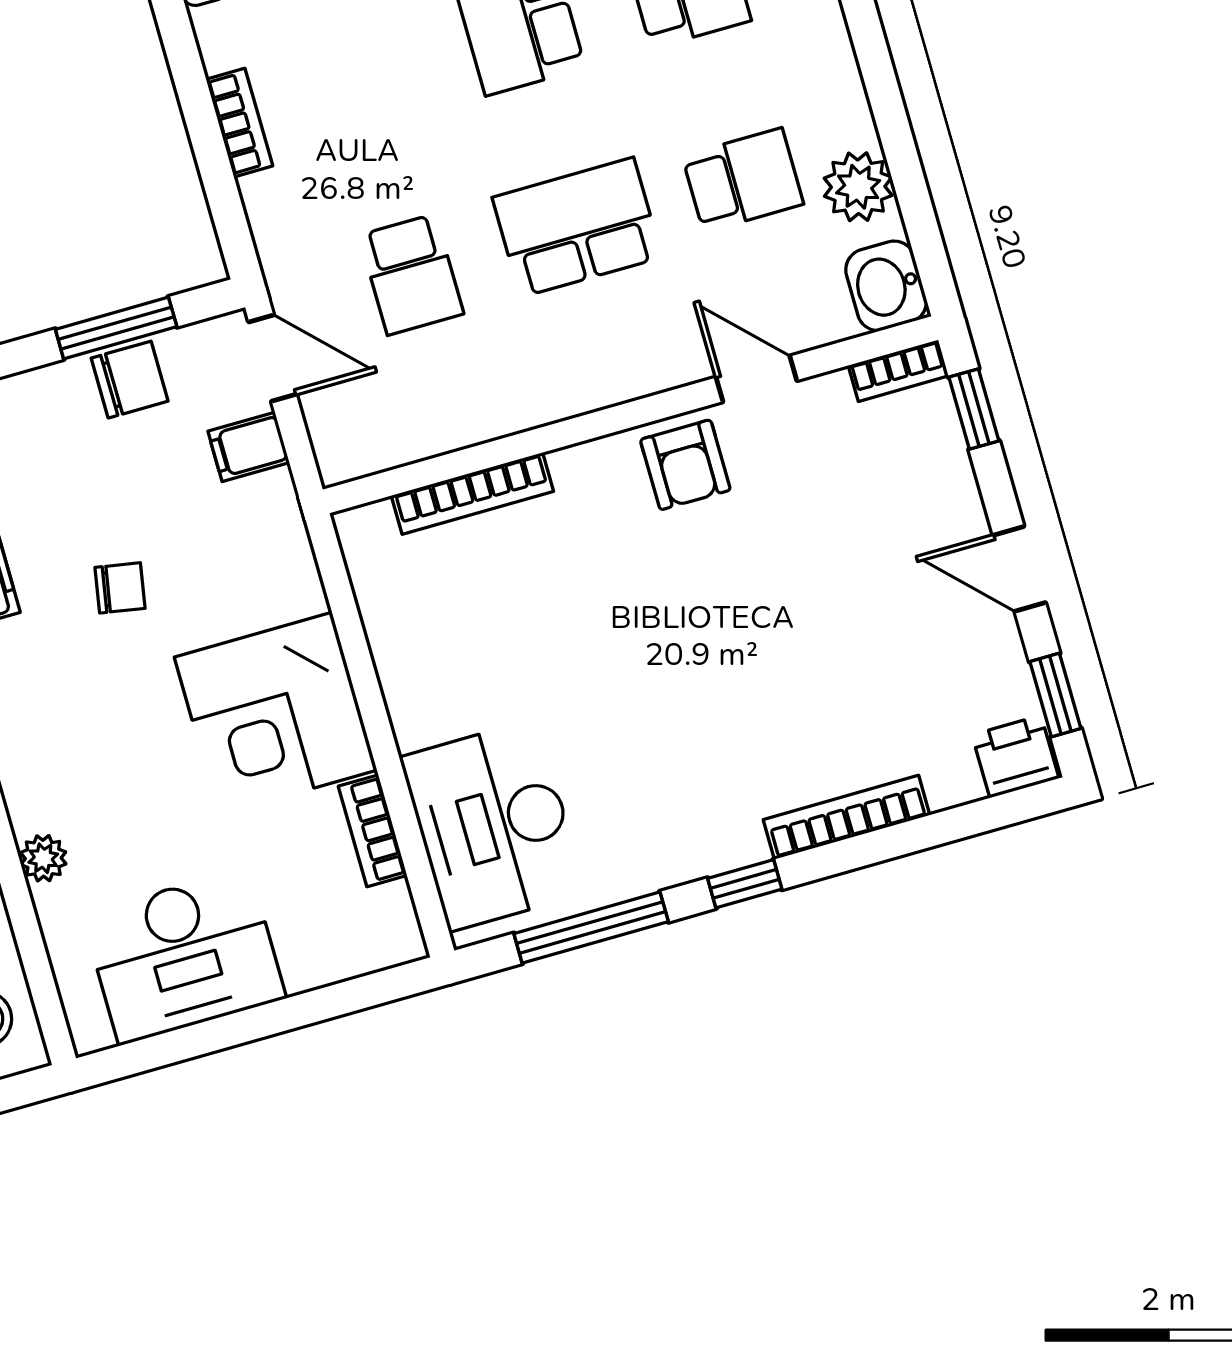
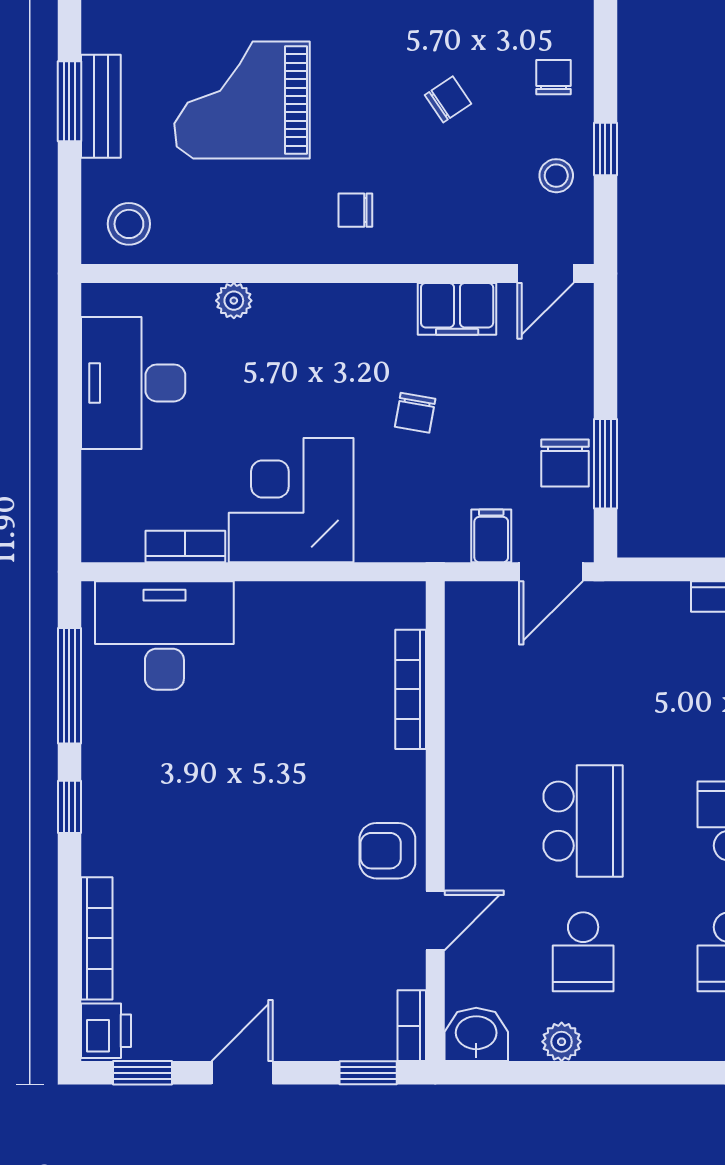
plant: (858, 187) -> (562, 1042), width x0.73, depth x0.73
school desk: (411, 274) -> (583, 690), removed
bookcase: (847, 817) -> (97, 938), moved

